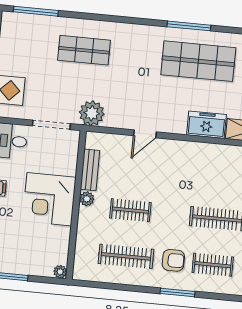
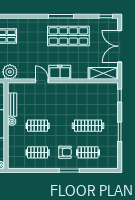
freezer: (206, 125) -> (60, 72), moved
door: (145, 134) -> (42, 81), swing flipped
clothes rail: (126, 256) -> (38, 152), width x0.73

